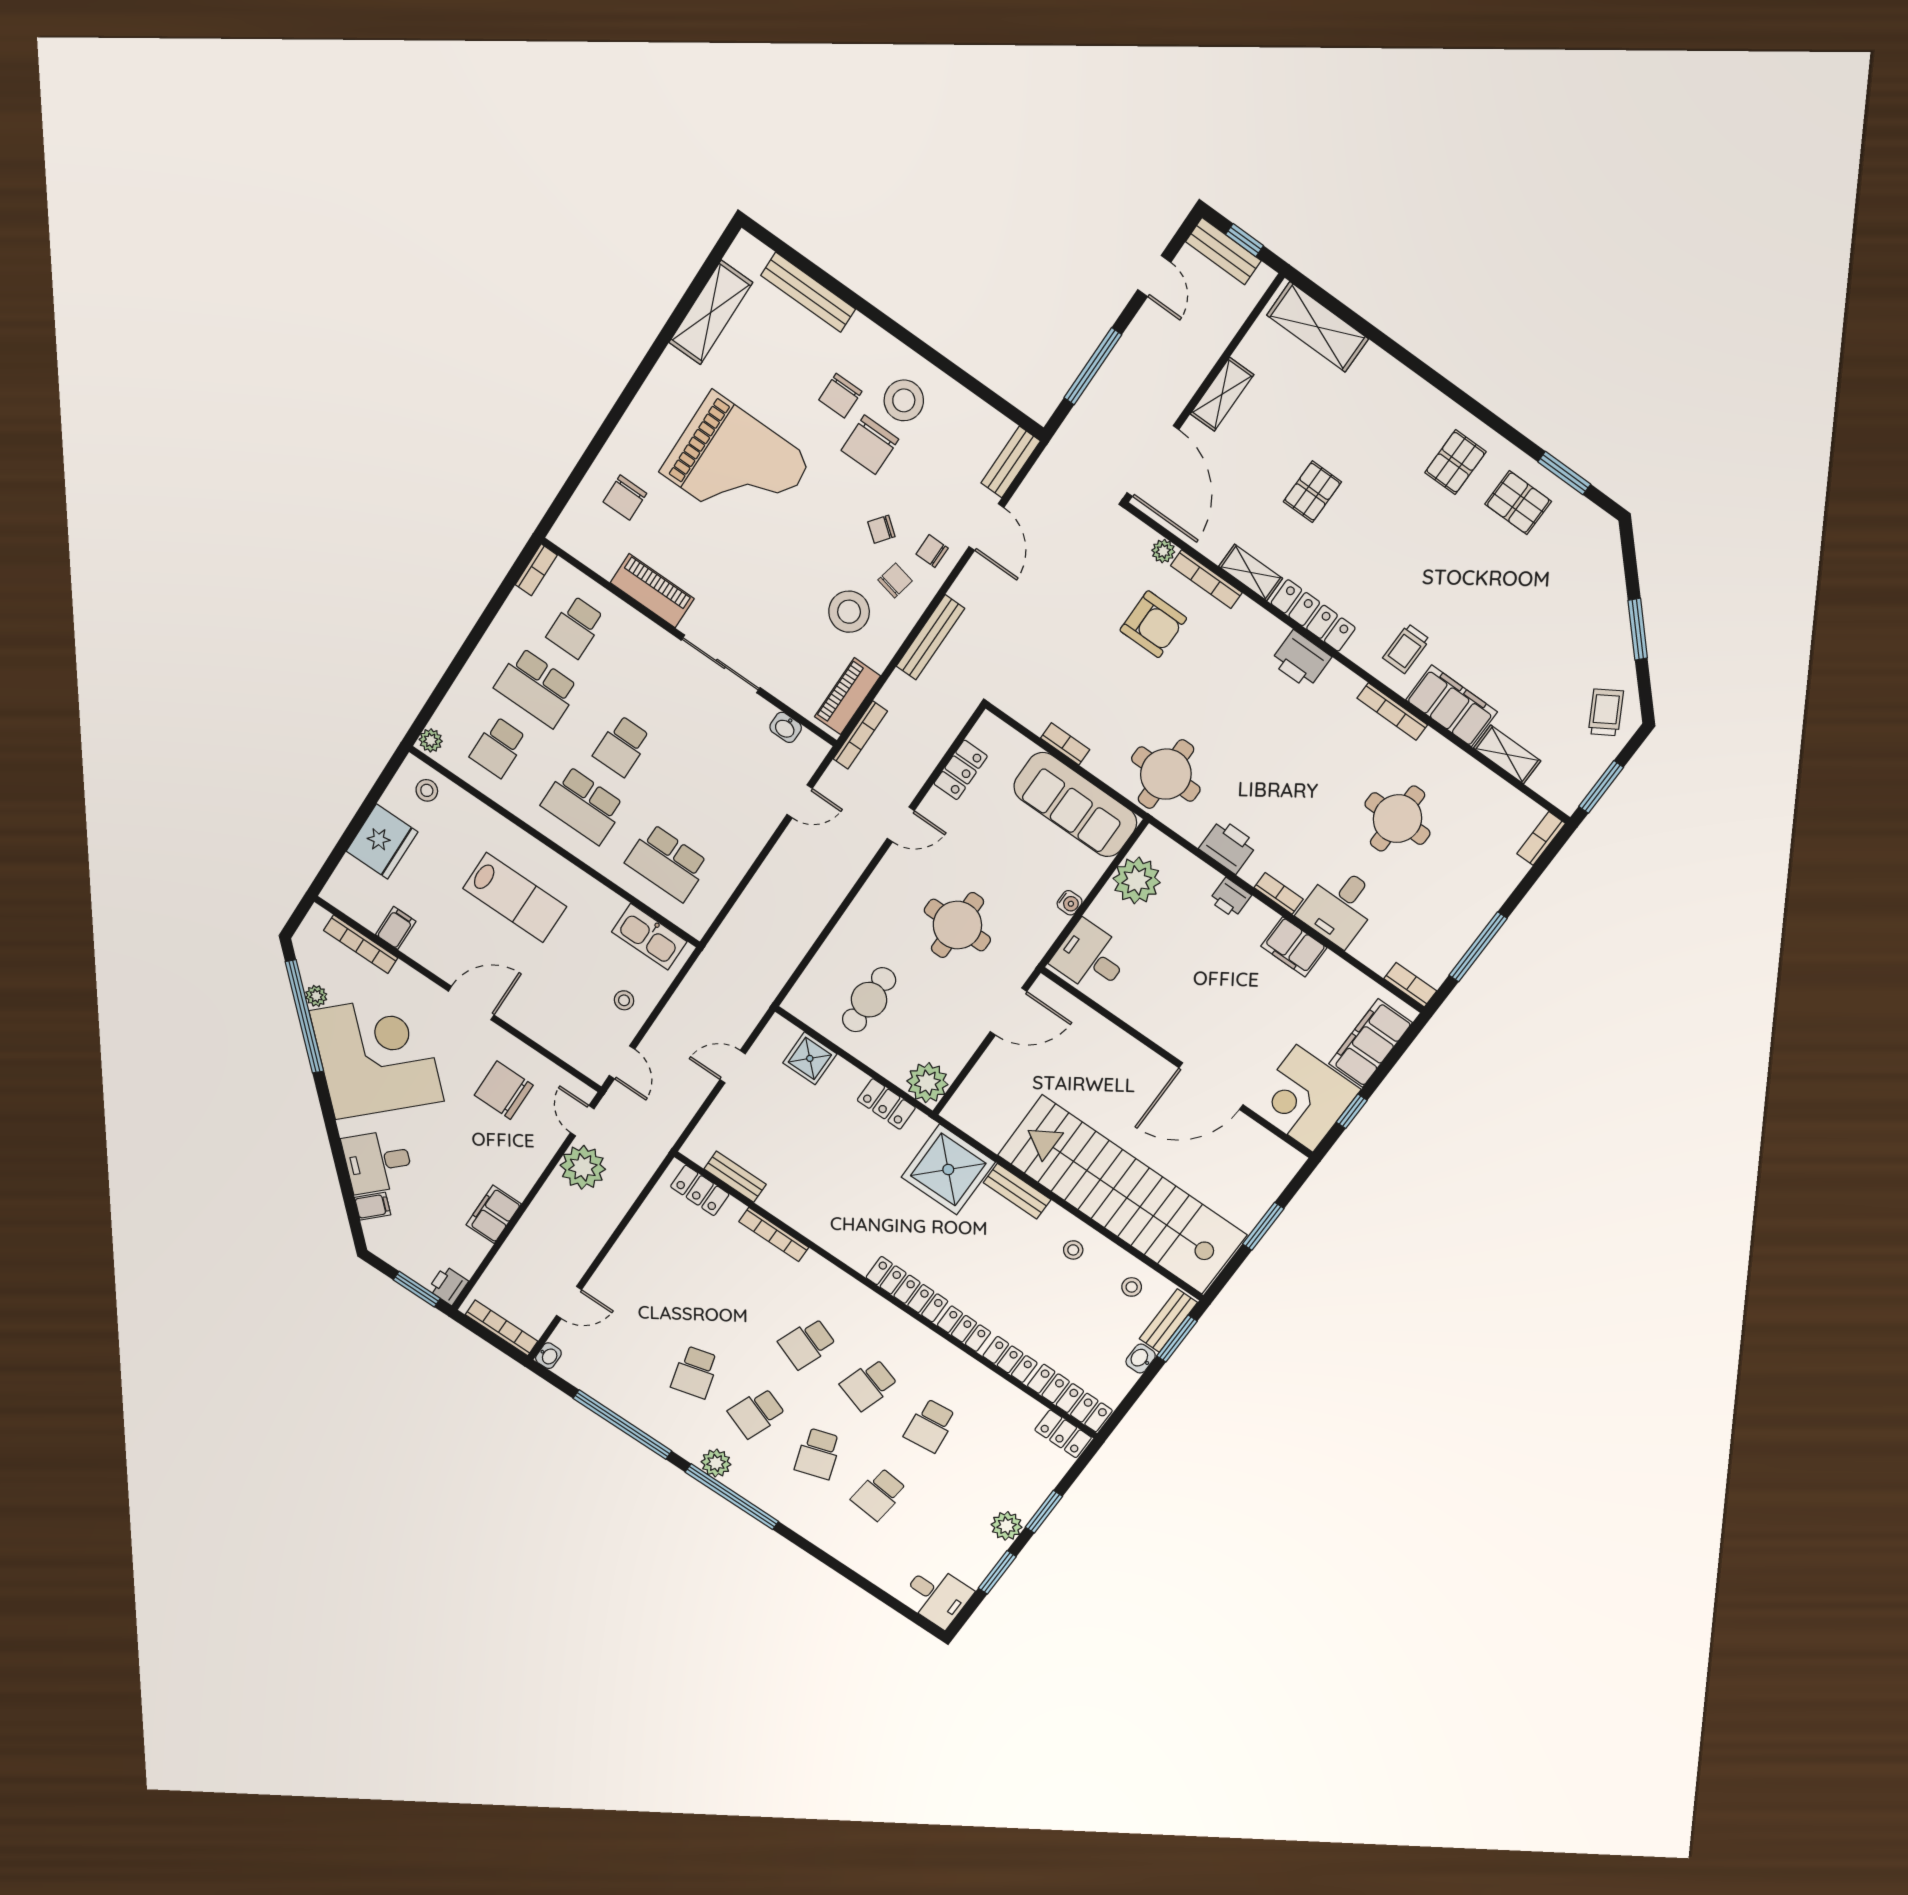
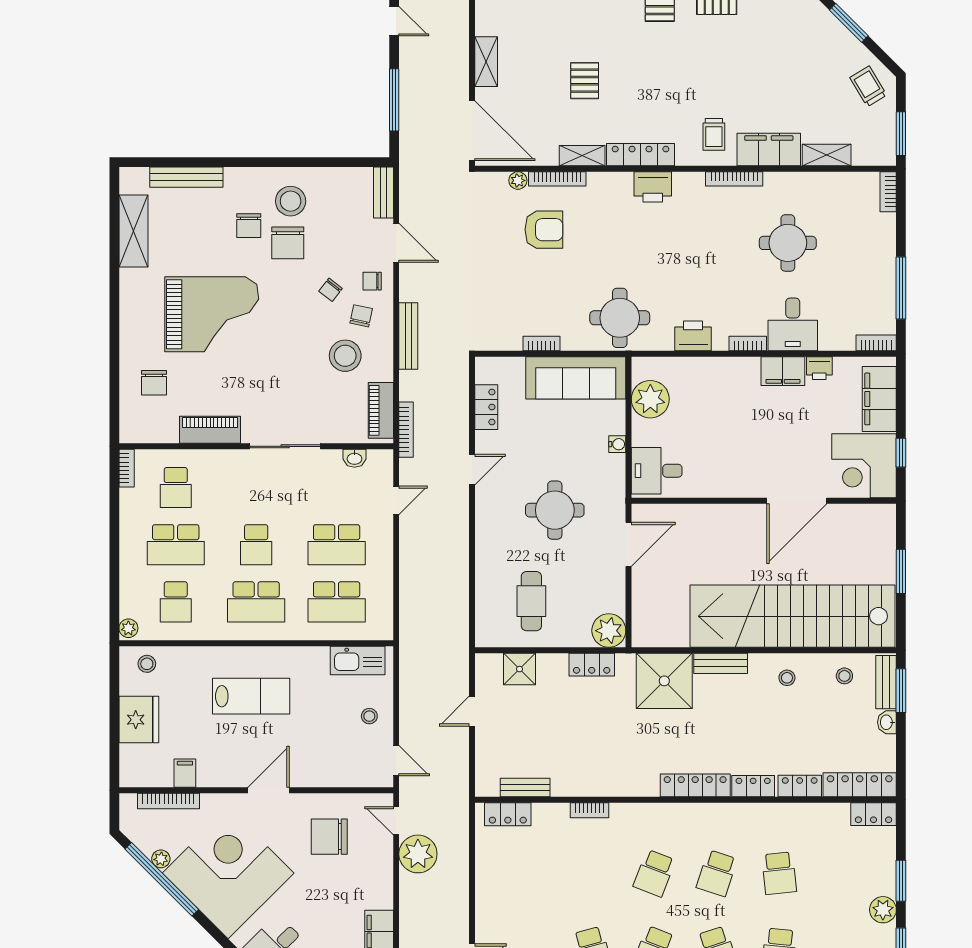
school desk: (706, 804) -> (337, 545), added
printer: (1230, 898) -> (819, 368), moved
bookcase: (774, 1234) -> (589, 810), width x0.64

